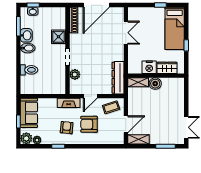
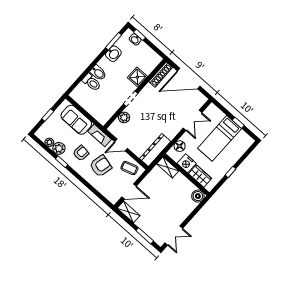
bed: (175, 28) -> (219, 138), moved
bidet: (28, 48) -> (98, 73), moved
floor lamp: (133, 59) -> (180, 146), added
boiler: (155, 84) -> (198, 196), moved
sofa: (29, 113) -> (76, 120), moved, turned 90
armchair: (89, 124) -> (101, 166), turned 104
plant: (26, 138) -> (59, 148), moved

